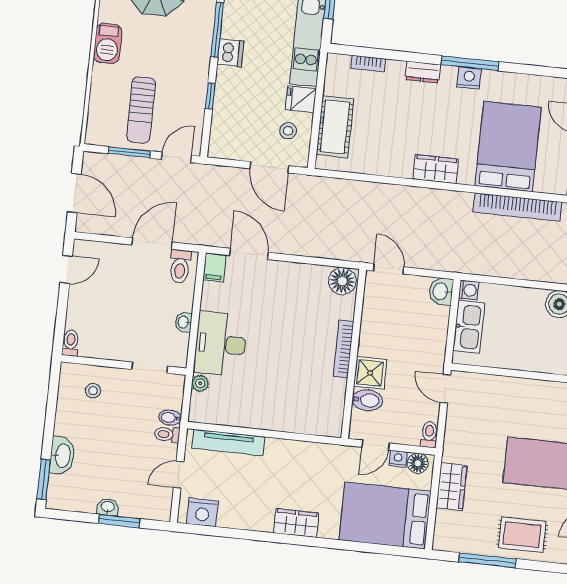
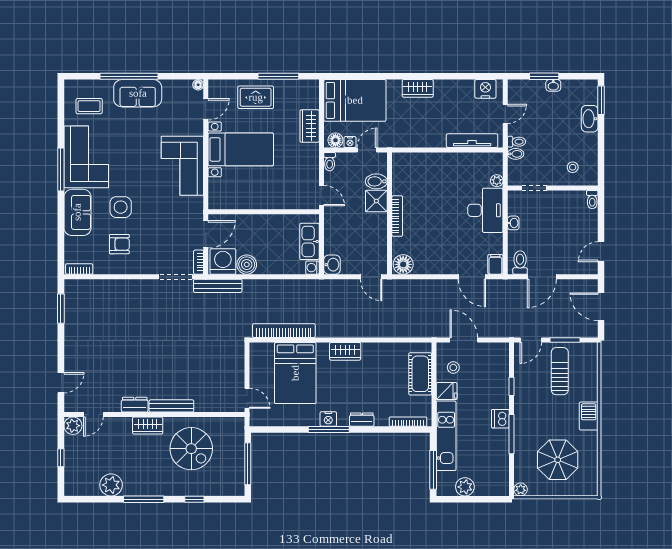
bookcase: (368, 63) -> (408, 422), width x1.56

